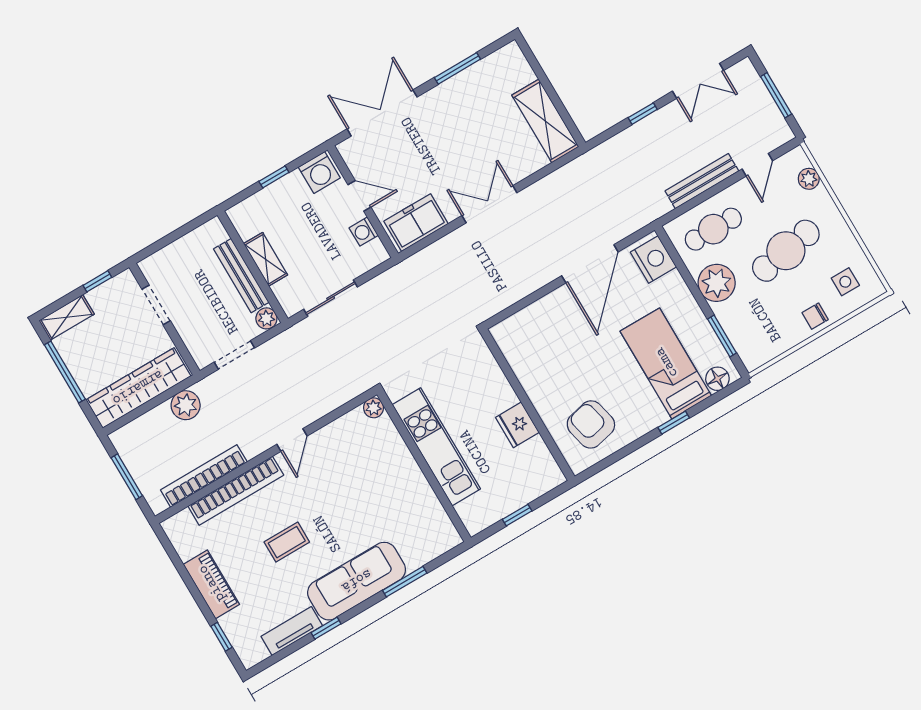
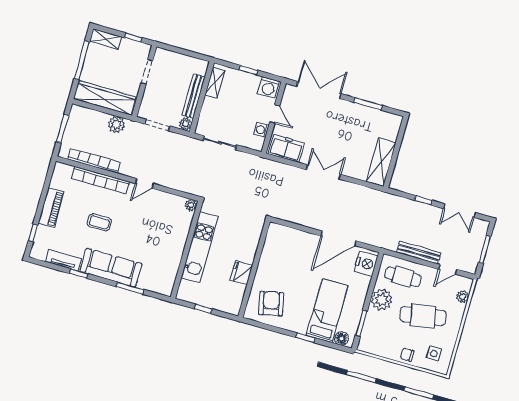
shelving: (266, 259) -> (215, 83), moved

